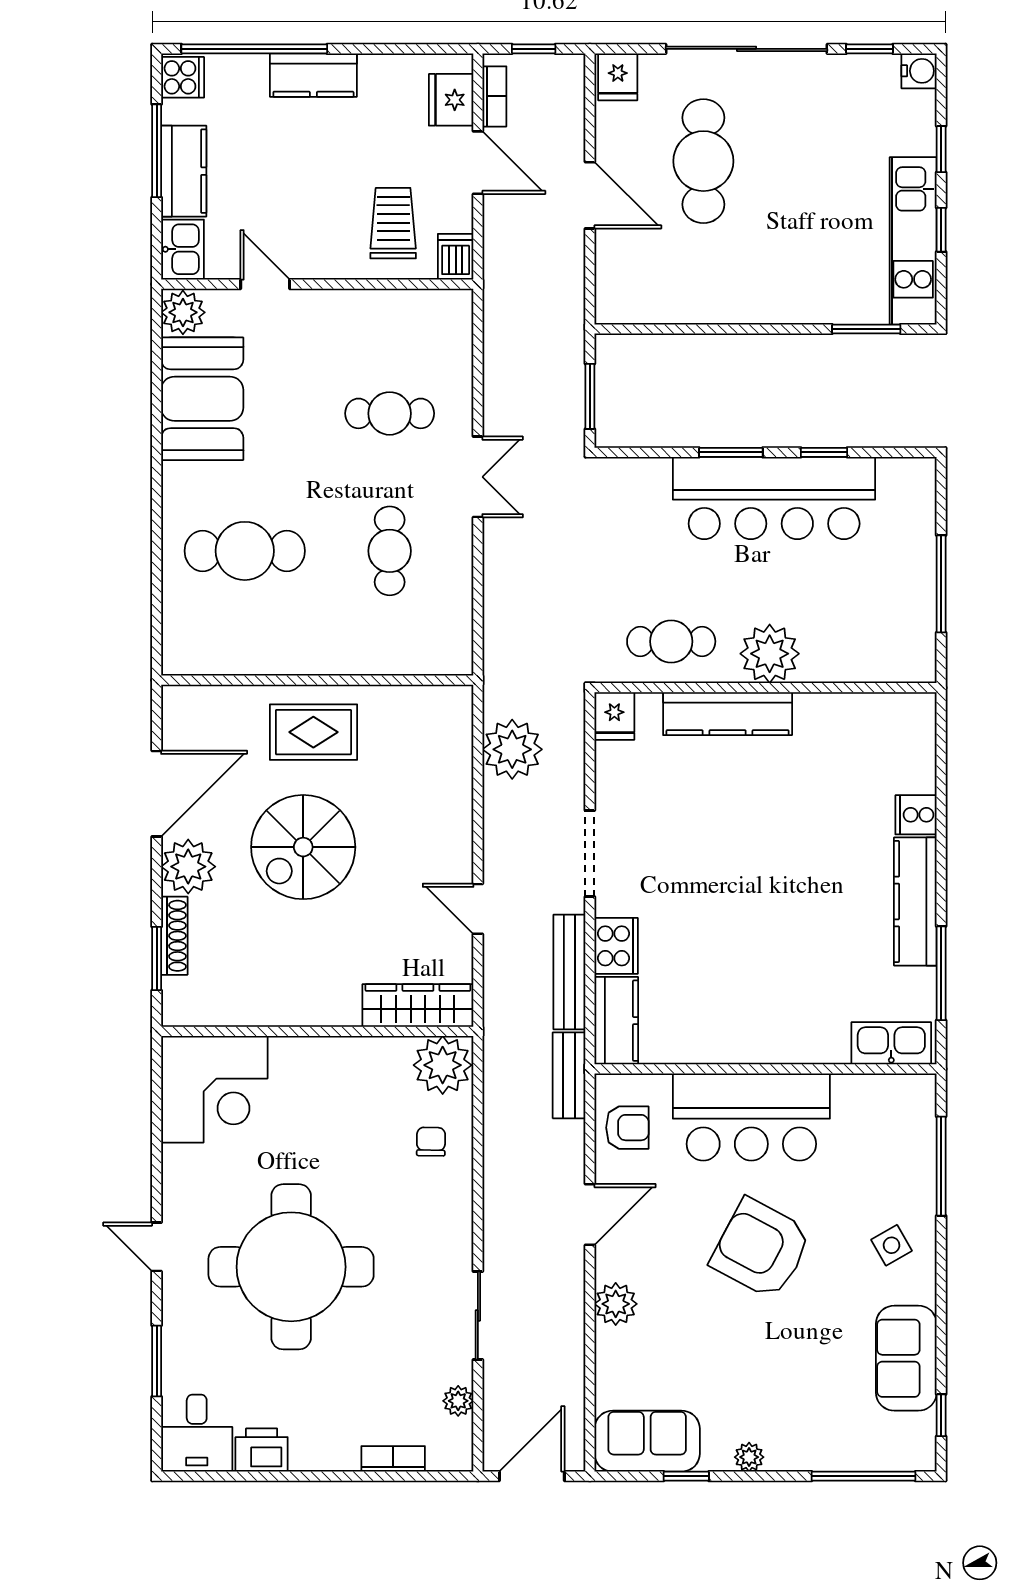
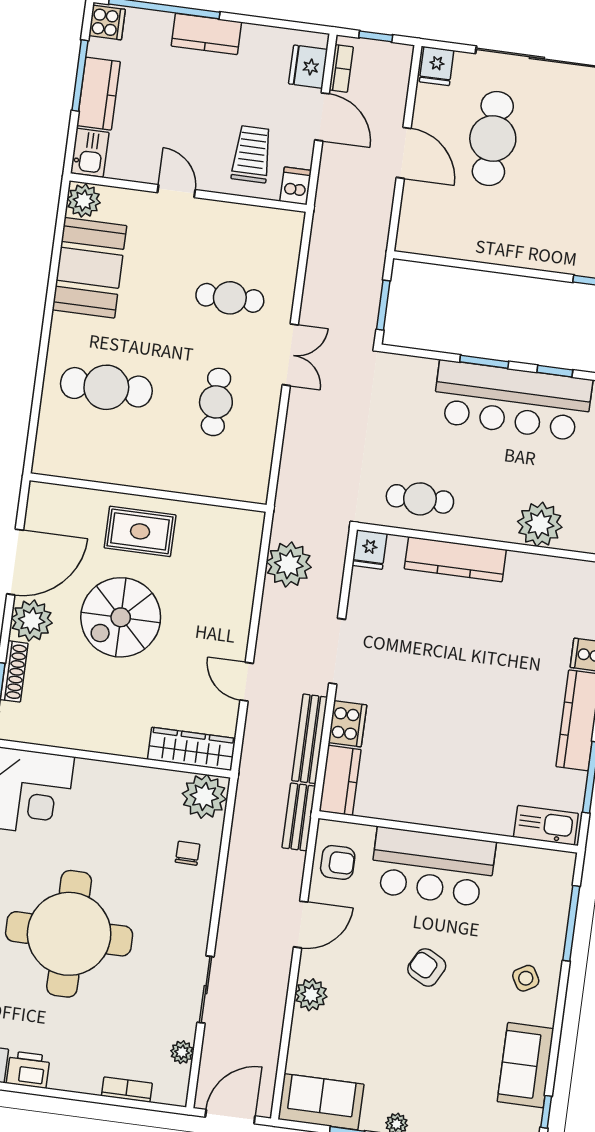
door: (265, 284) -> (176, 191), moved
plant: (770, 654) -> (540, 524), moved
armchair: (761, 1249) -> (427, 967), width x0.53, depth x0.53

